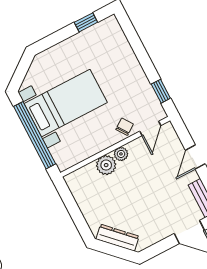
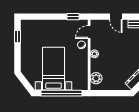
door: (150, 128) -> (89, 32), swing flipped
plant: (106, 165) -> (96, 78), moved

